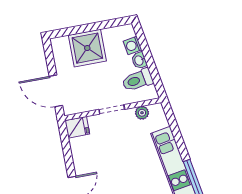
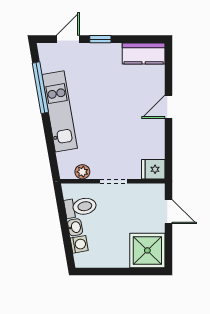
shower: (87, 48) -> (147, 250), moved
door: (56, 91) -> (169, 212), width x0.73

